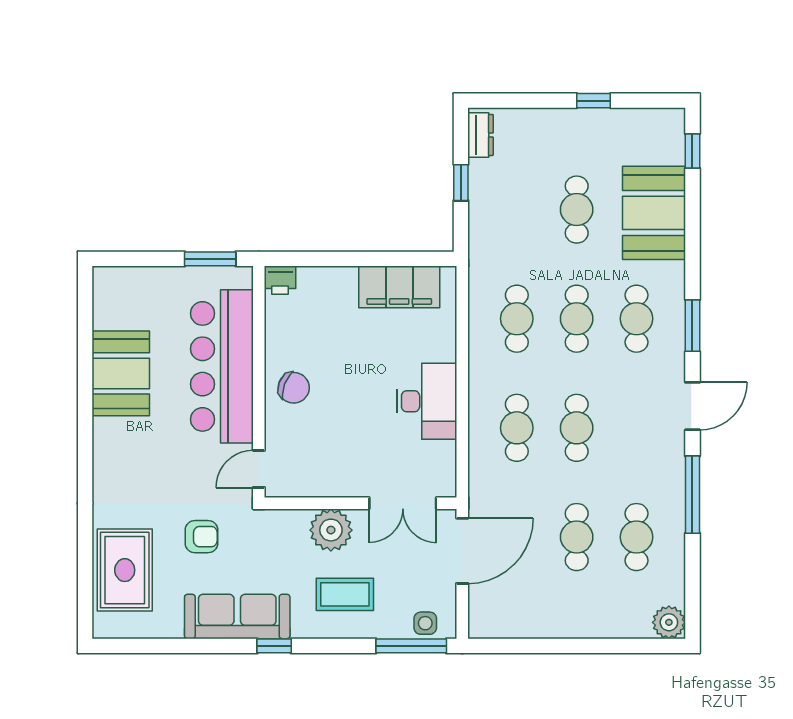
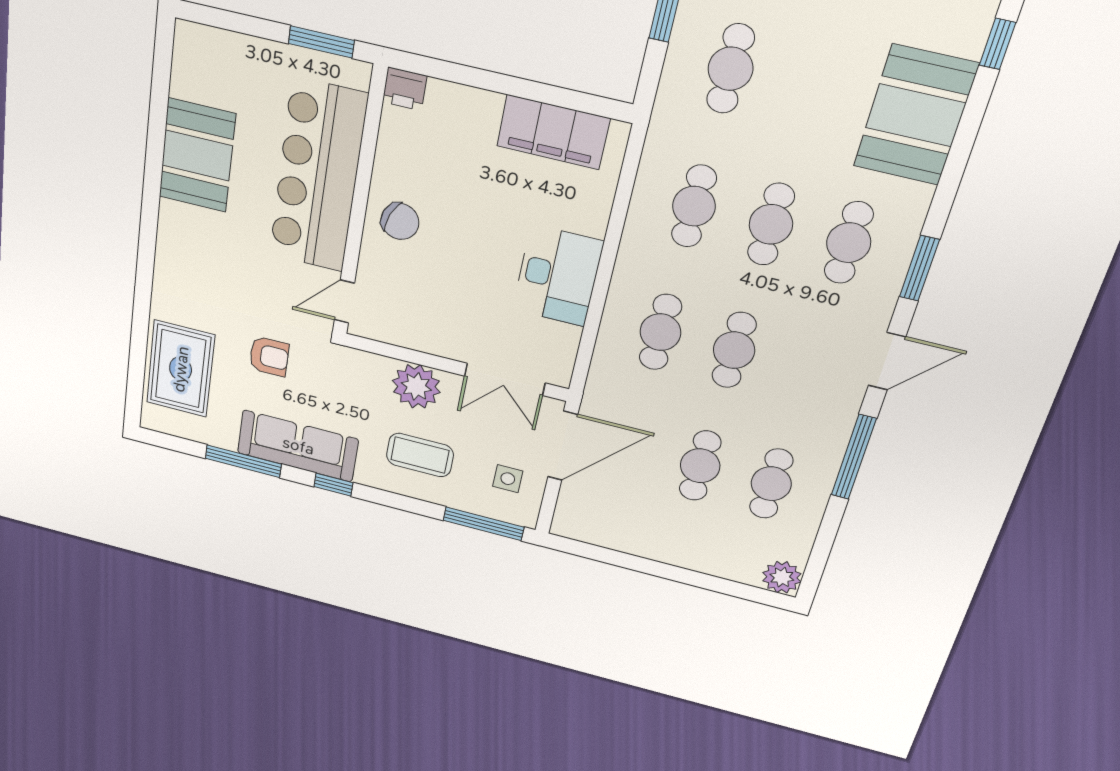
cafe table: (577, 210) -> (730, 69), moved
side table: (425, 623) -> (508, 479), moved
window: (191, 646) -> (243, 461), added

